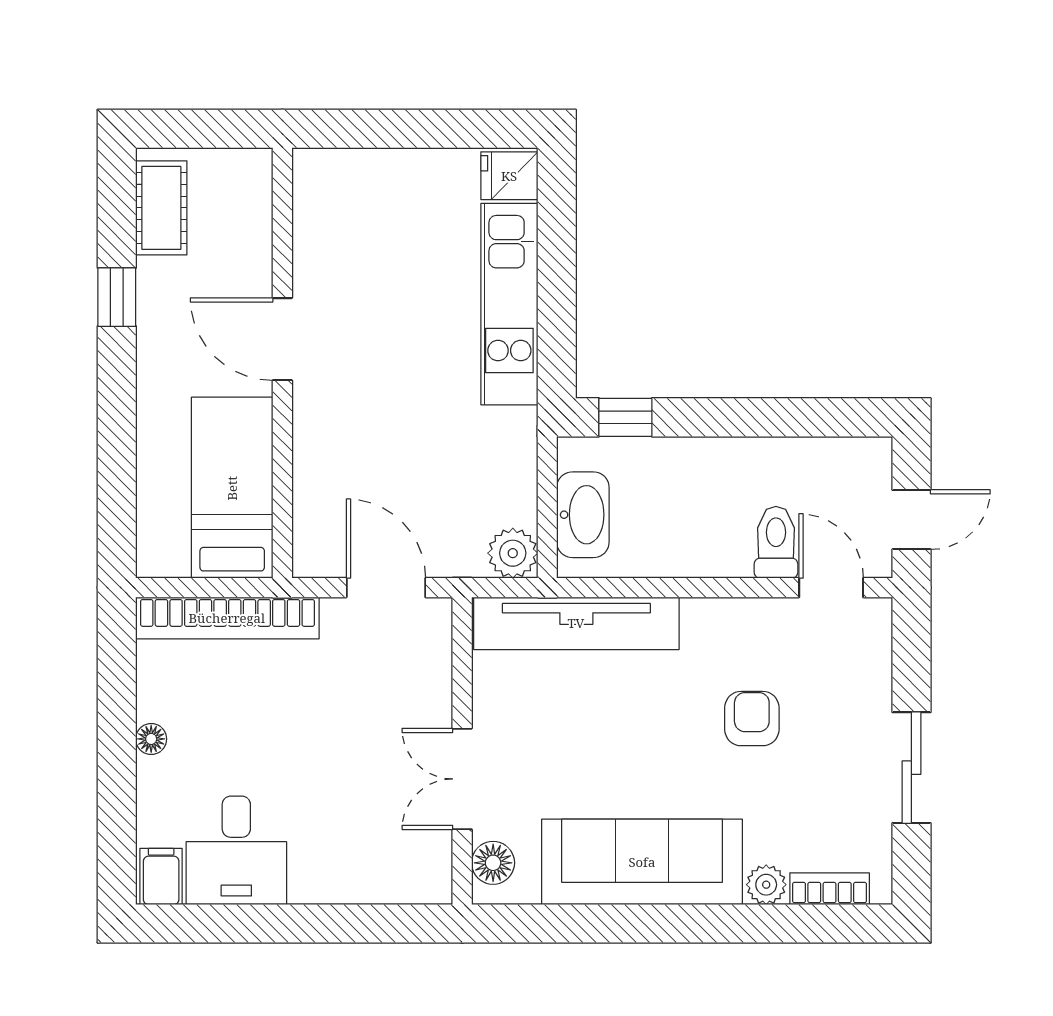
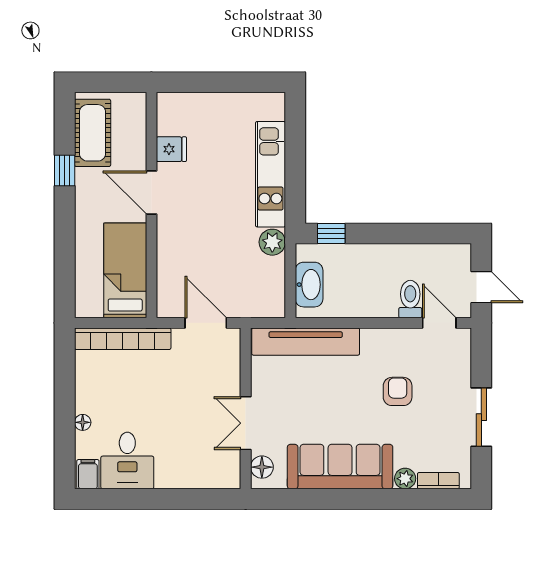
fridge: (509, 176) -> (171, 149), moved, turned 180
cot: (161, 208) -> (93, 133), width x1.37, depth x1.34
door: (911, 520) -> (481, 287), hinge flipped
plant: (513, 553) -> (272, 242), moved
floor lamp: (151, 739) -> (83, 422), moved

